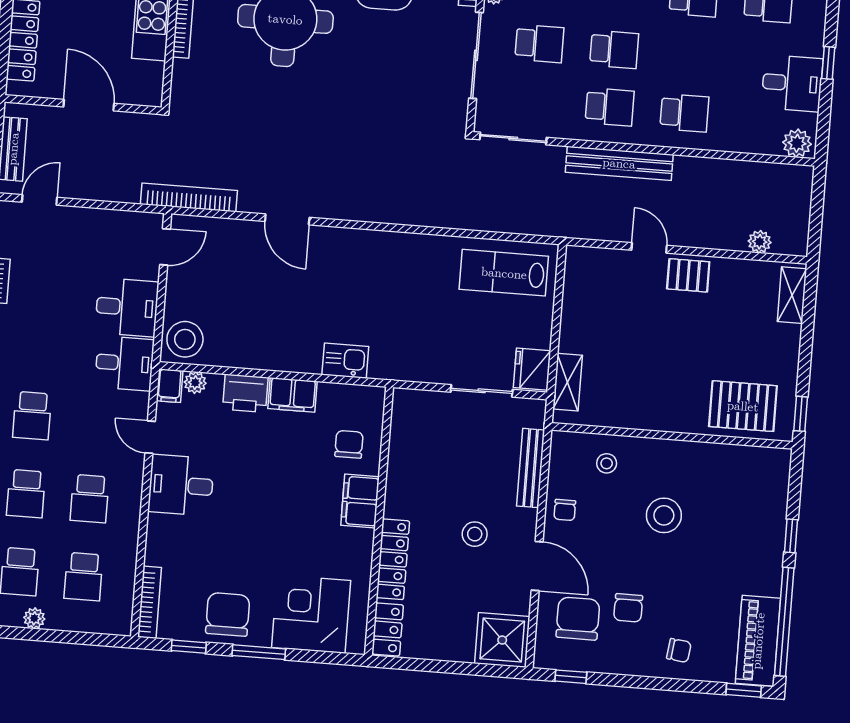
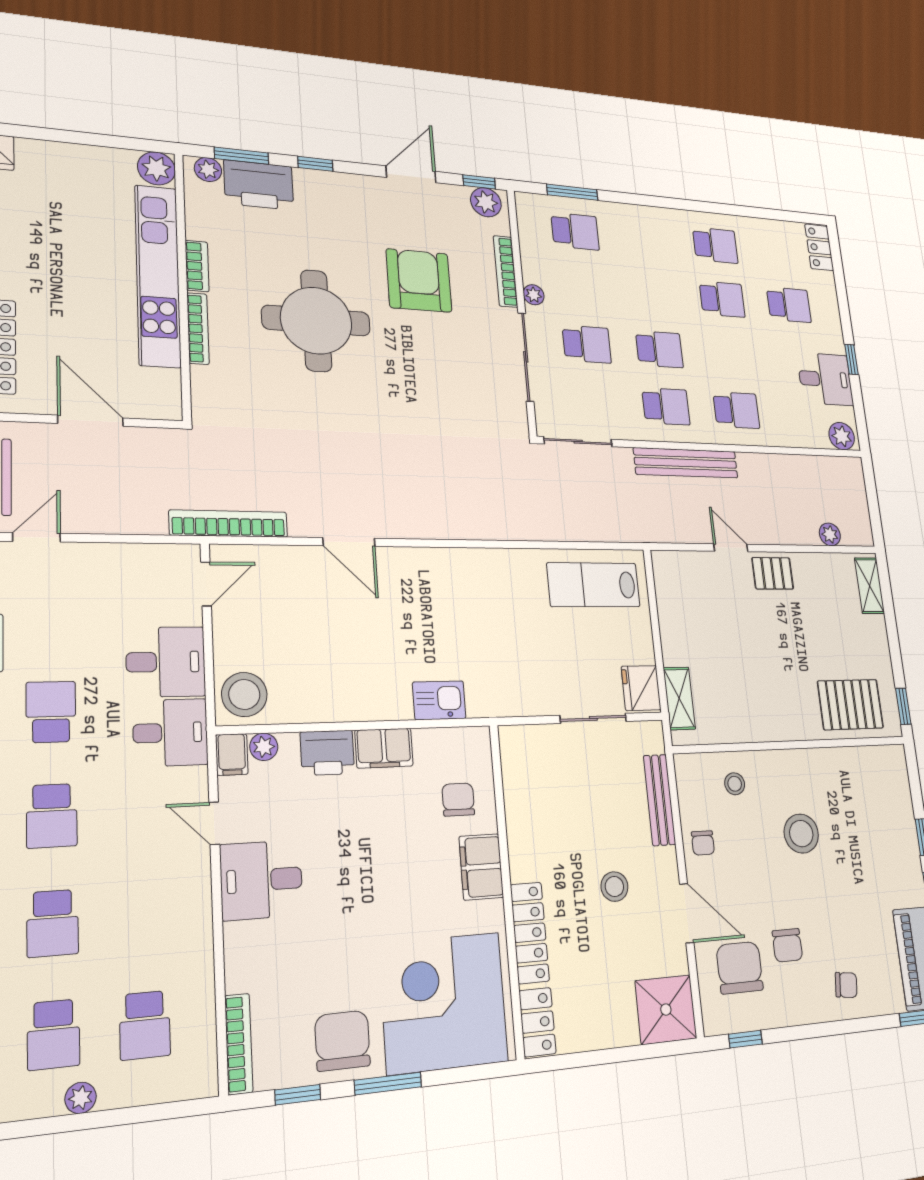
school desk: (90, 499) -> (51, 712), moved, turned 180
corner desk: (311, 614) -> (444, 1003), width x1.36, depth x1.36

